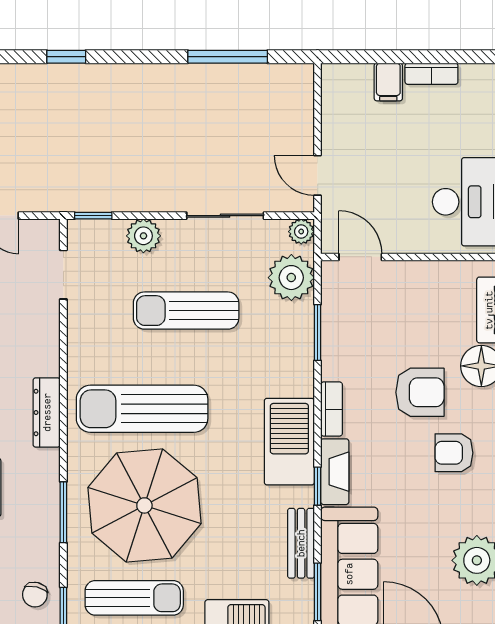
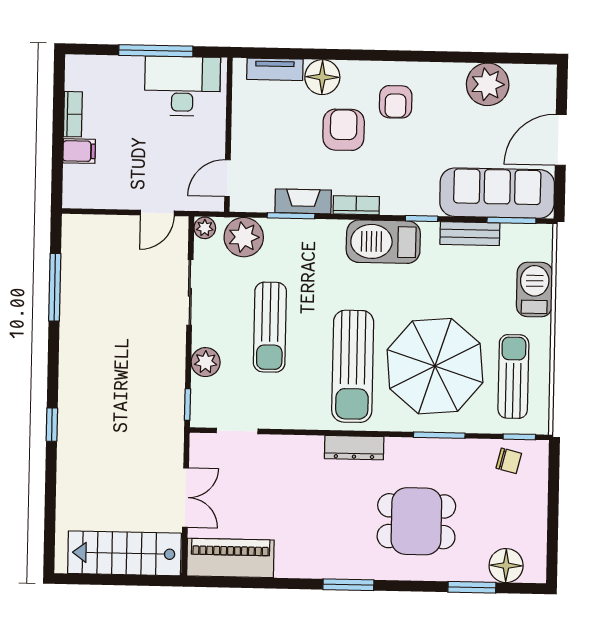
fireplace: (335, 472) -> (303, 201), moved

